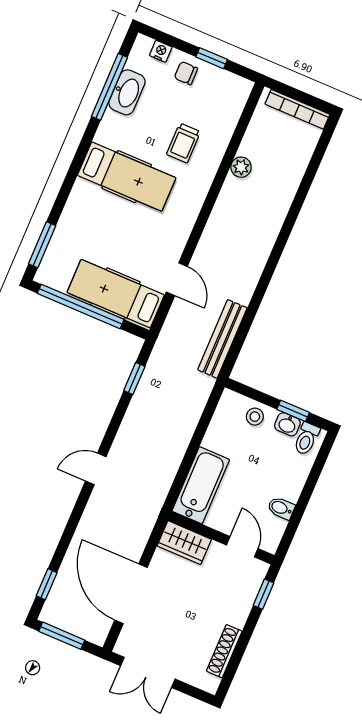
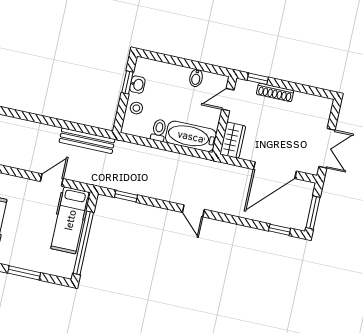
window: (42, 245) -> (24, 273), moved
toilet: (306, 439) -> (159, 130), moved, turned -90
shoe rack: (224, 651) -> (275, 92), moved

